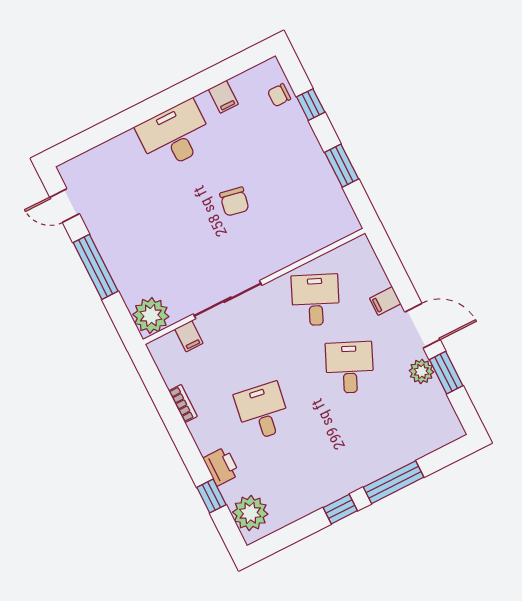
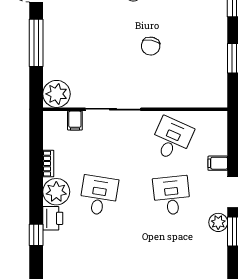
desk: (350, 367) -> (172, 196), turned -30
plant: (250, 513) -> (56, 192), moved

